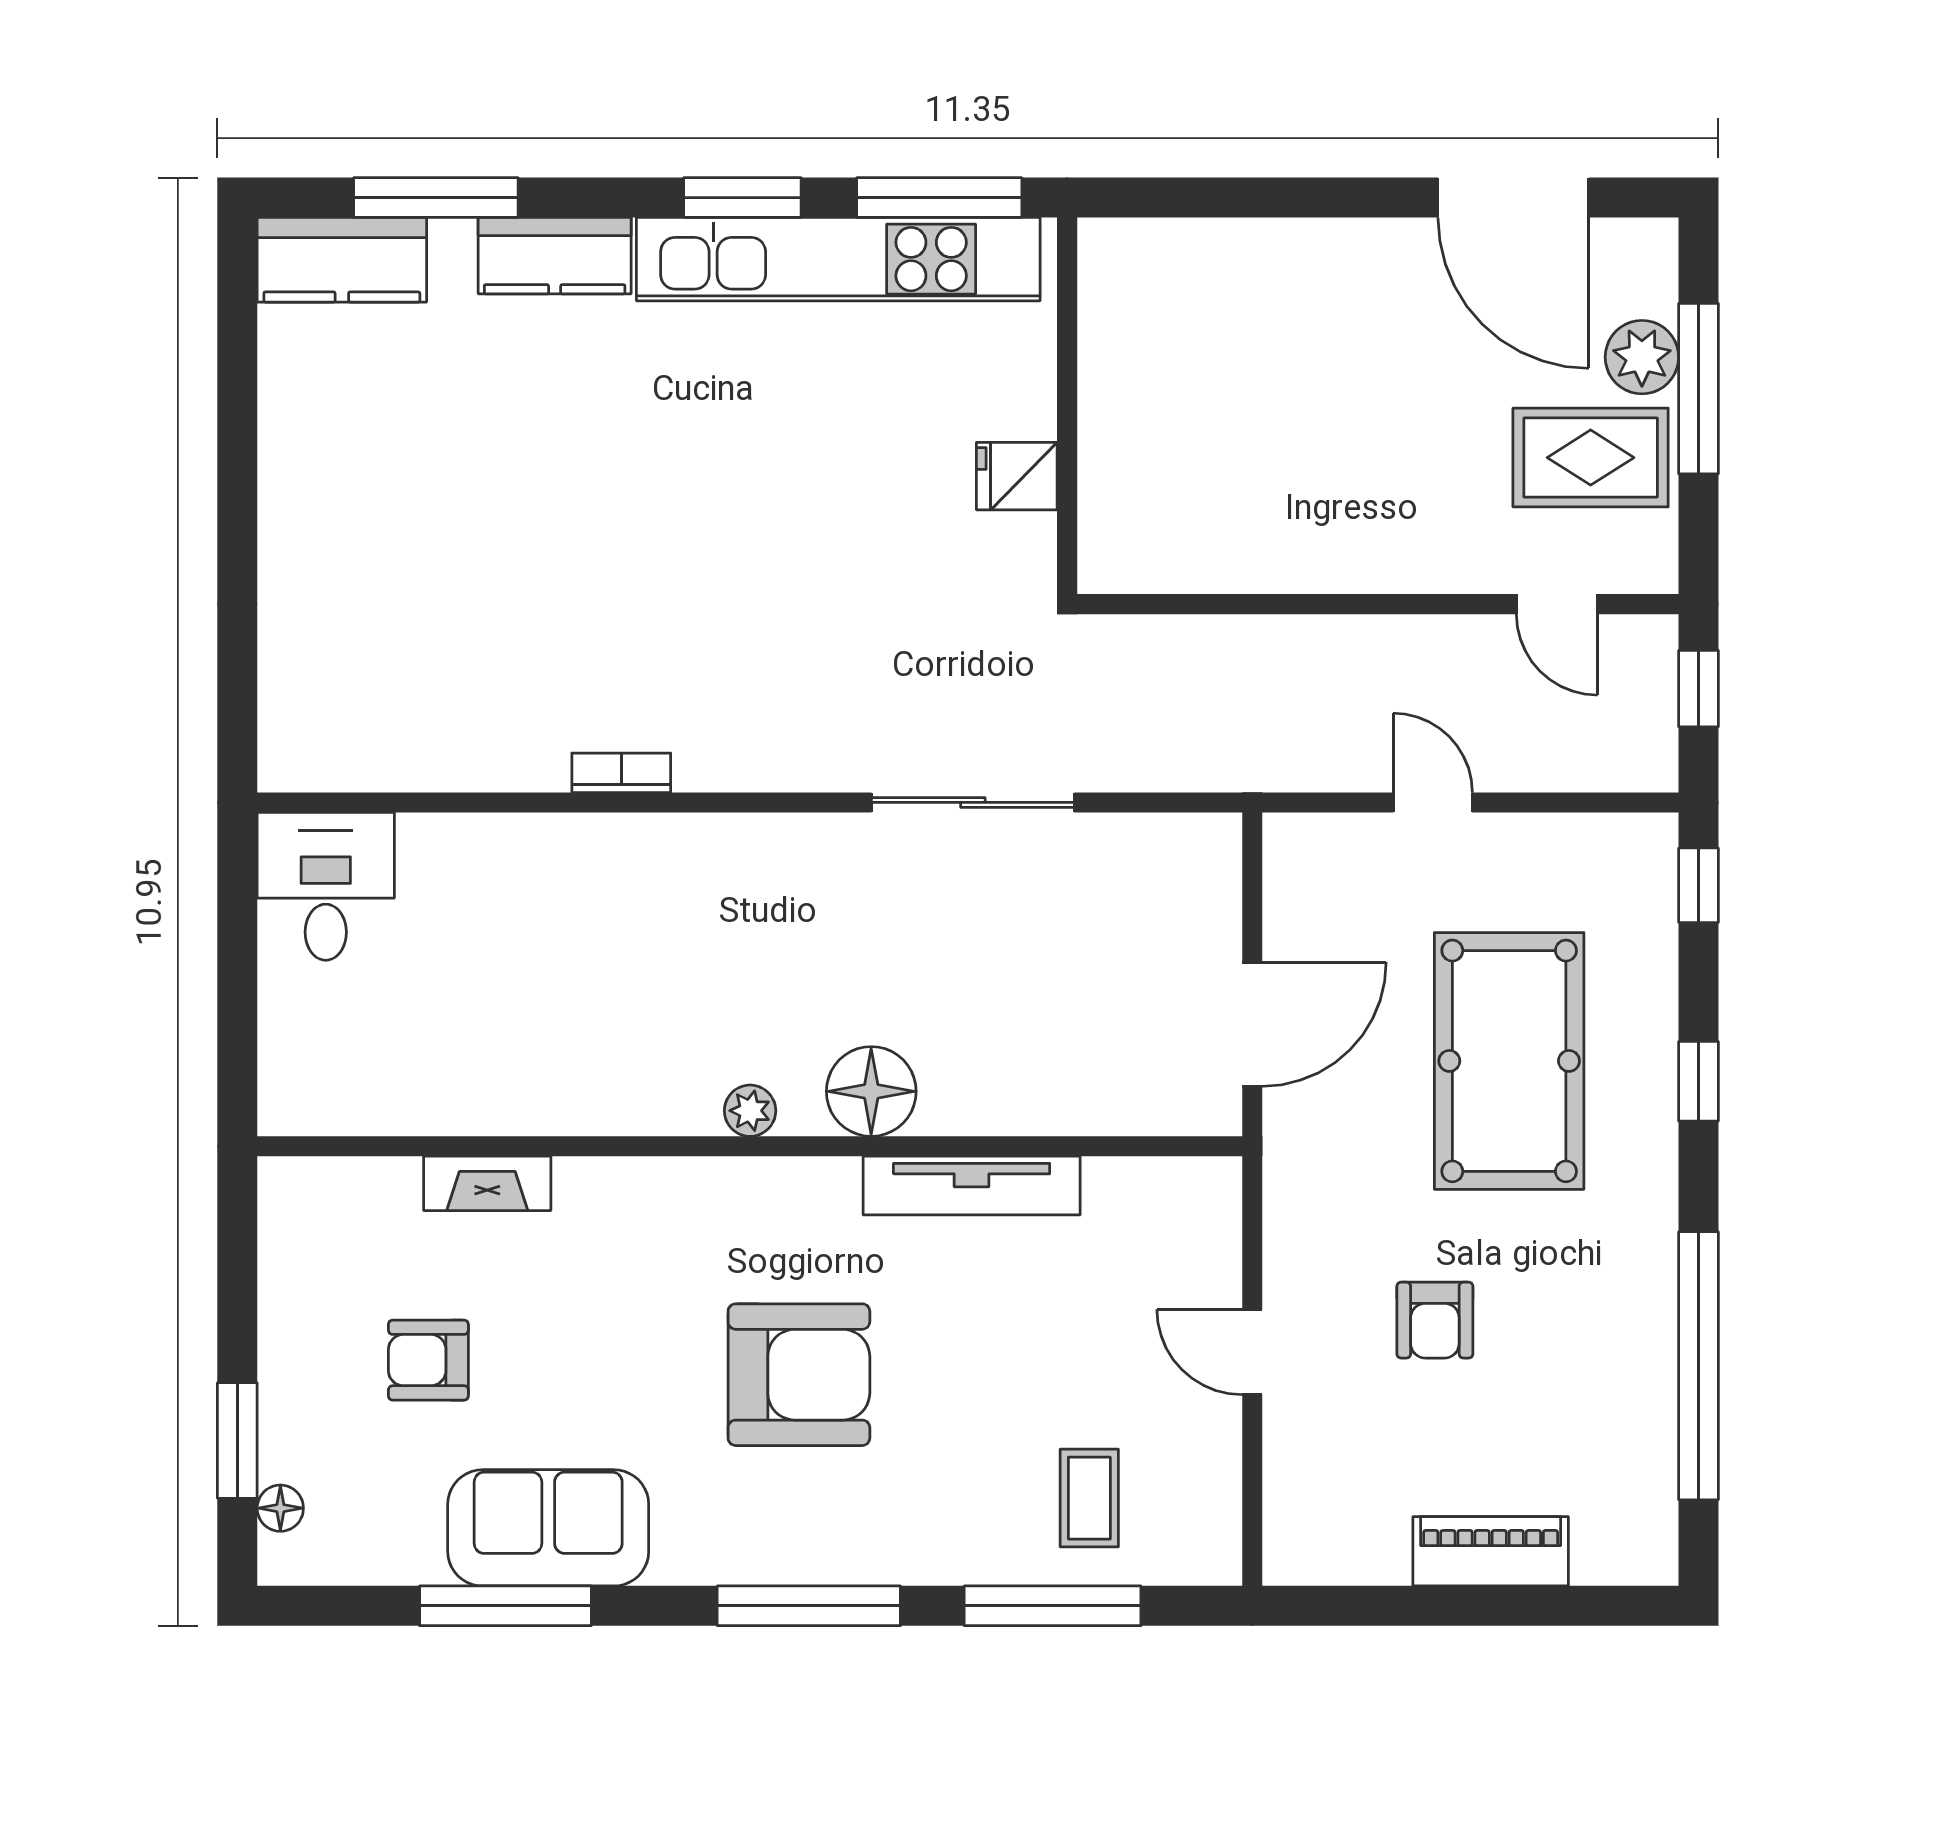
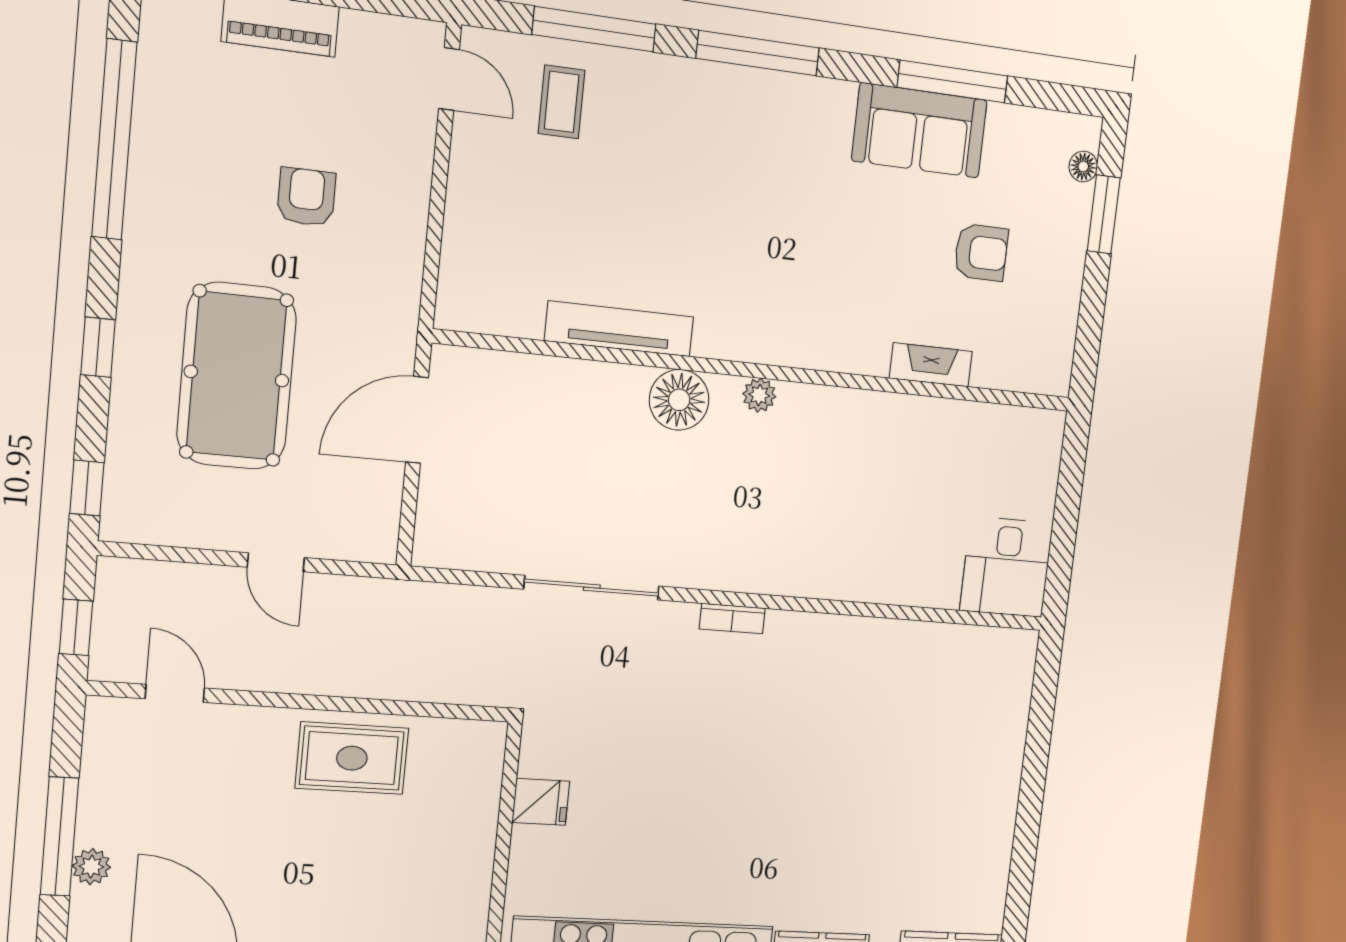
plant: (1642, 357) -> (91, 867), width x0.73, depth x0.73
rug: (1591, 458) -> (352, 758), moved
bookcase: (621, 773) -> (732, 618), moved
door: (1252, 1352) -> (449, 79), moved
armchair: (799, 1375) -> (747, 213), removed

